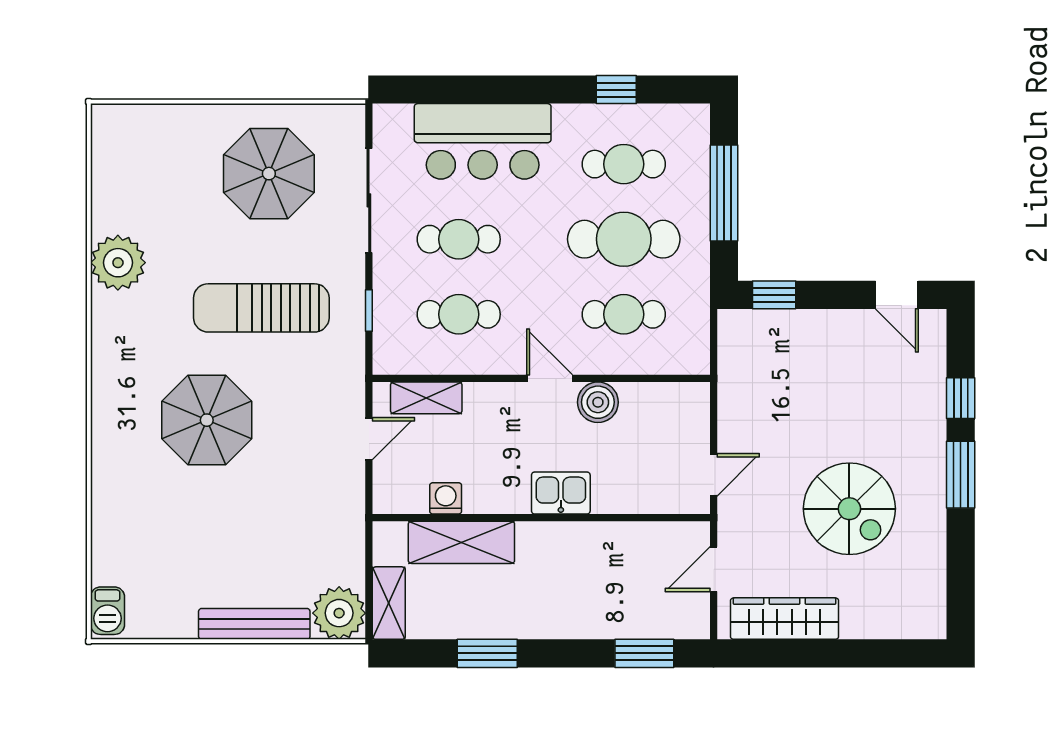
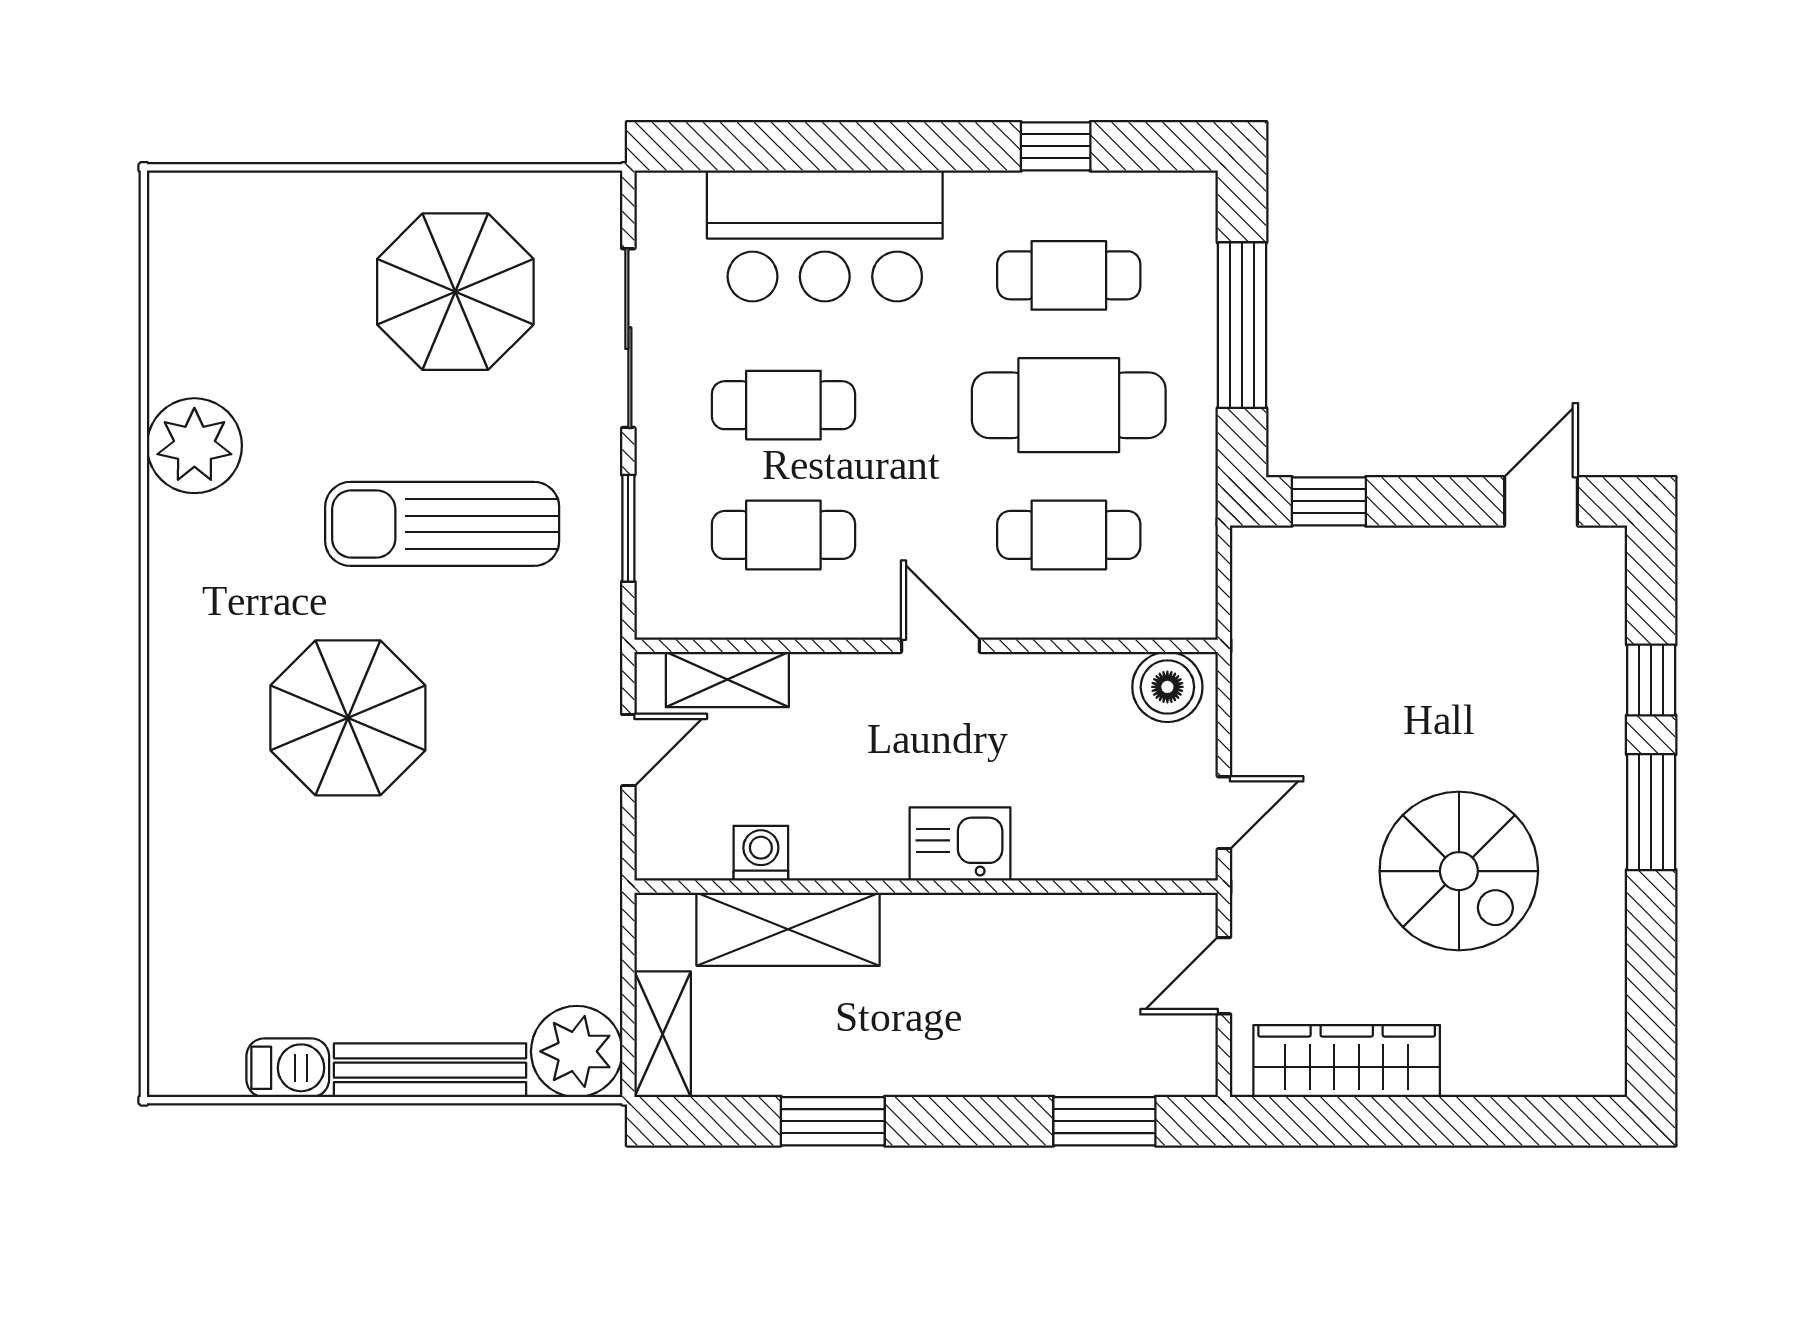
door: (897, 295) -> (1541, 501), swing flipped
window: (369, 310) -> (628, 528), width x1.50
boiler: (598, 402) -> (1167, 687), moved
barbecue: (107, 611) -> (288, 1068), moved, turned -90

